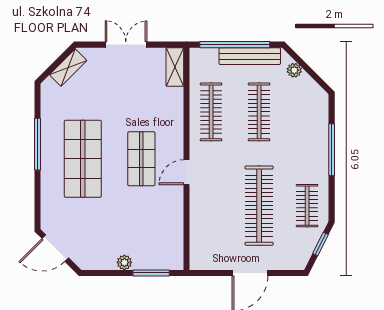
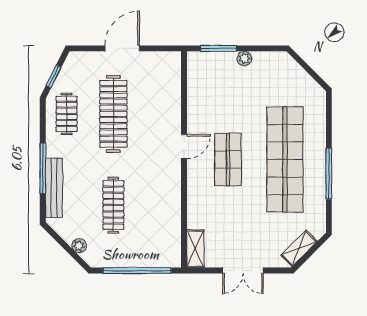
bench: (250, 56) -> (54, 188), moved, turned 90
clothes rail: (211, 112) -> (160, 205), removed
shop shelf: (83, 159) -> (285, 159), width x1.40
door: (55, 248) -> (312, 72), removed

